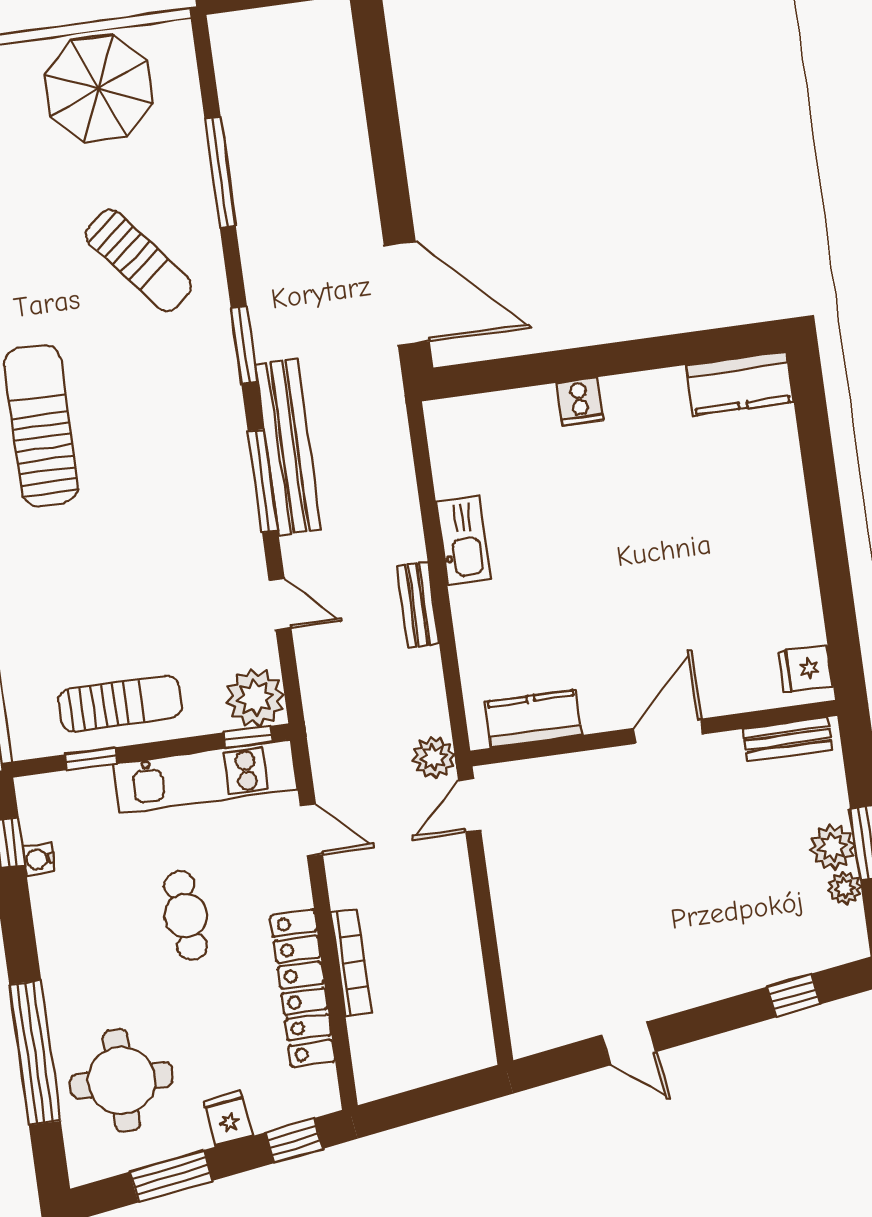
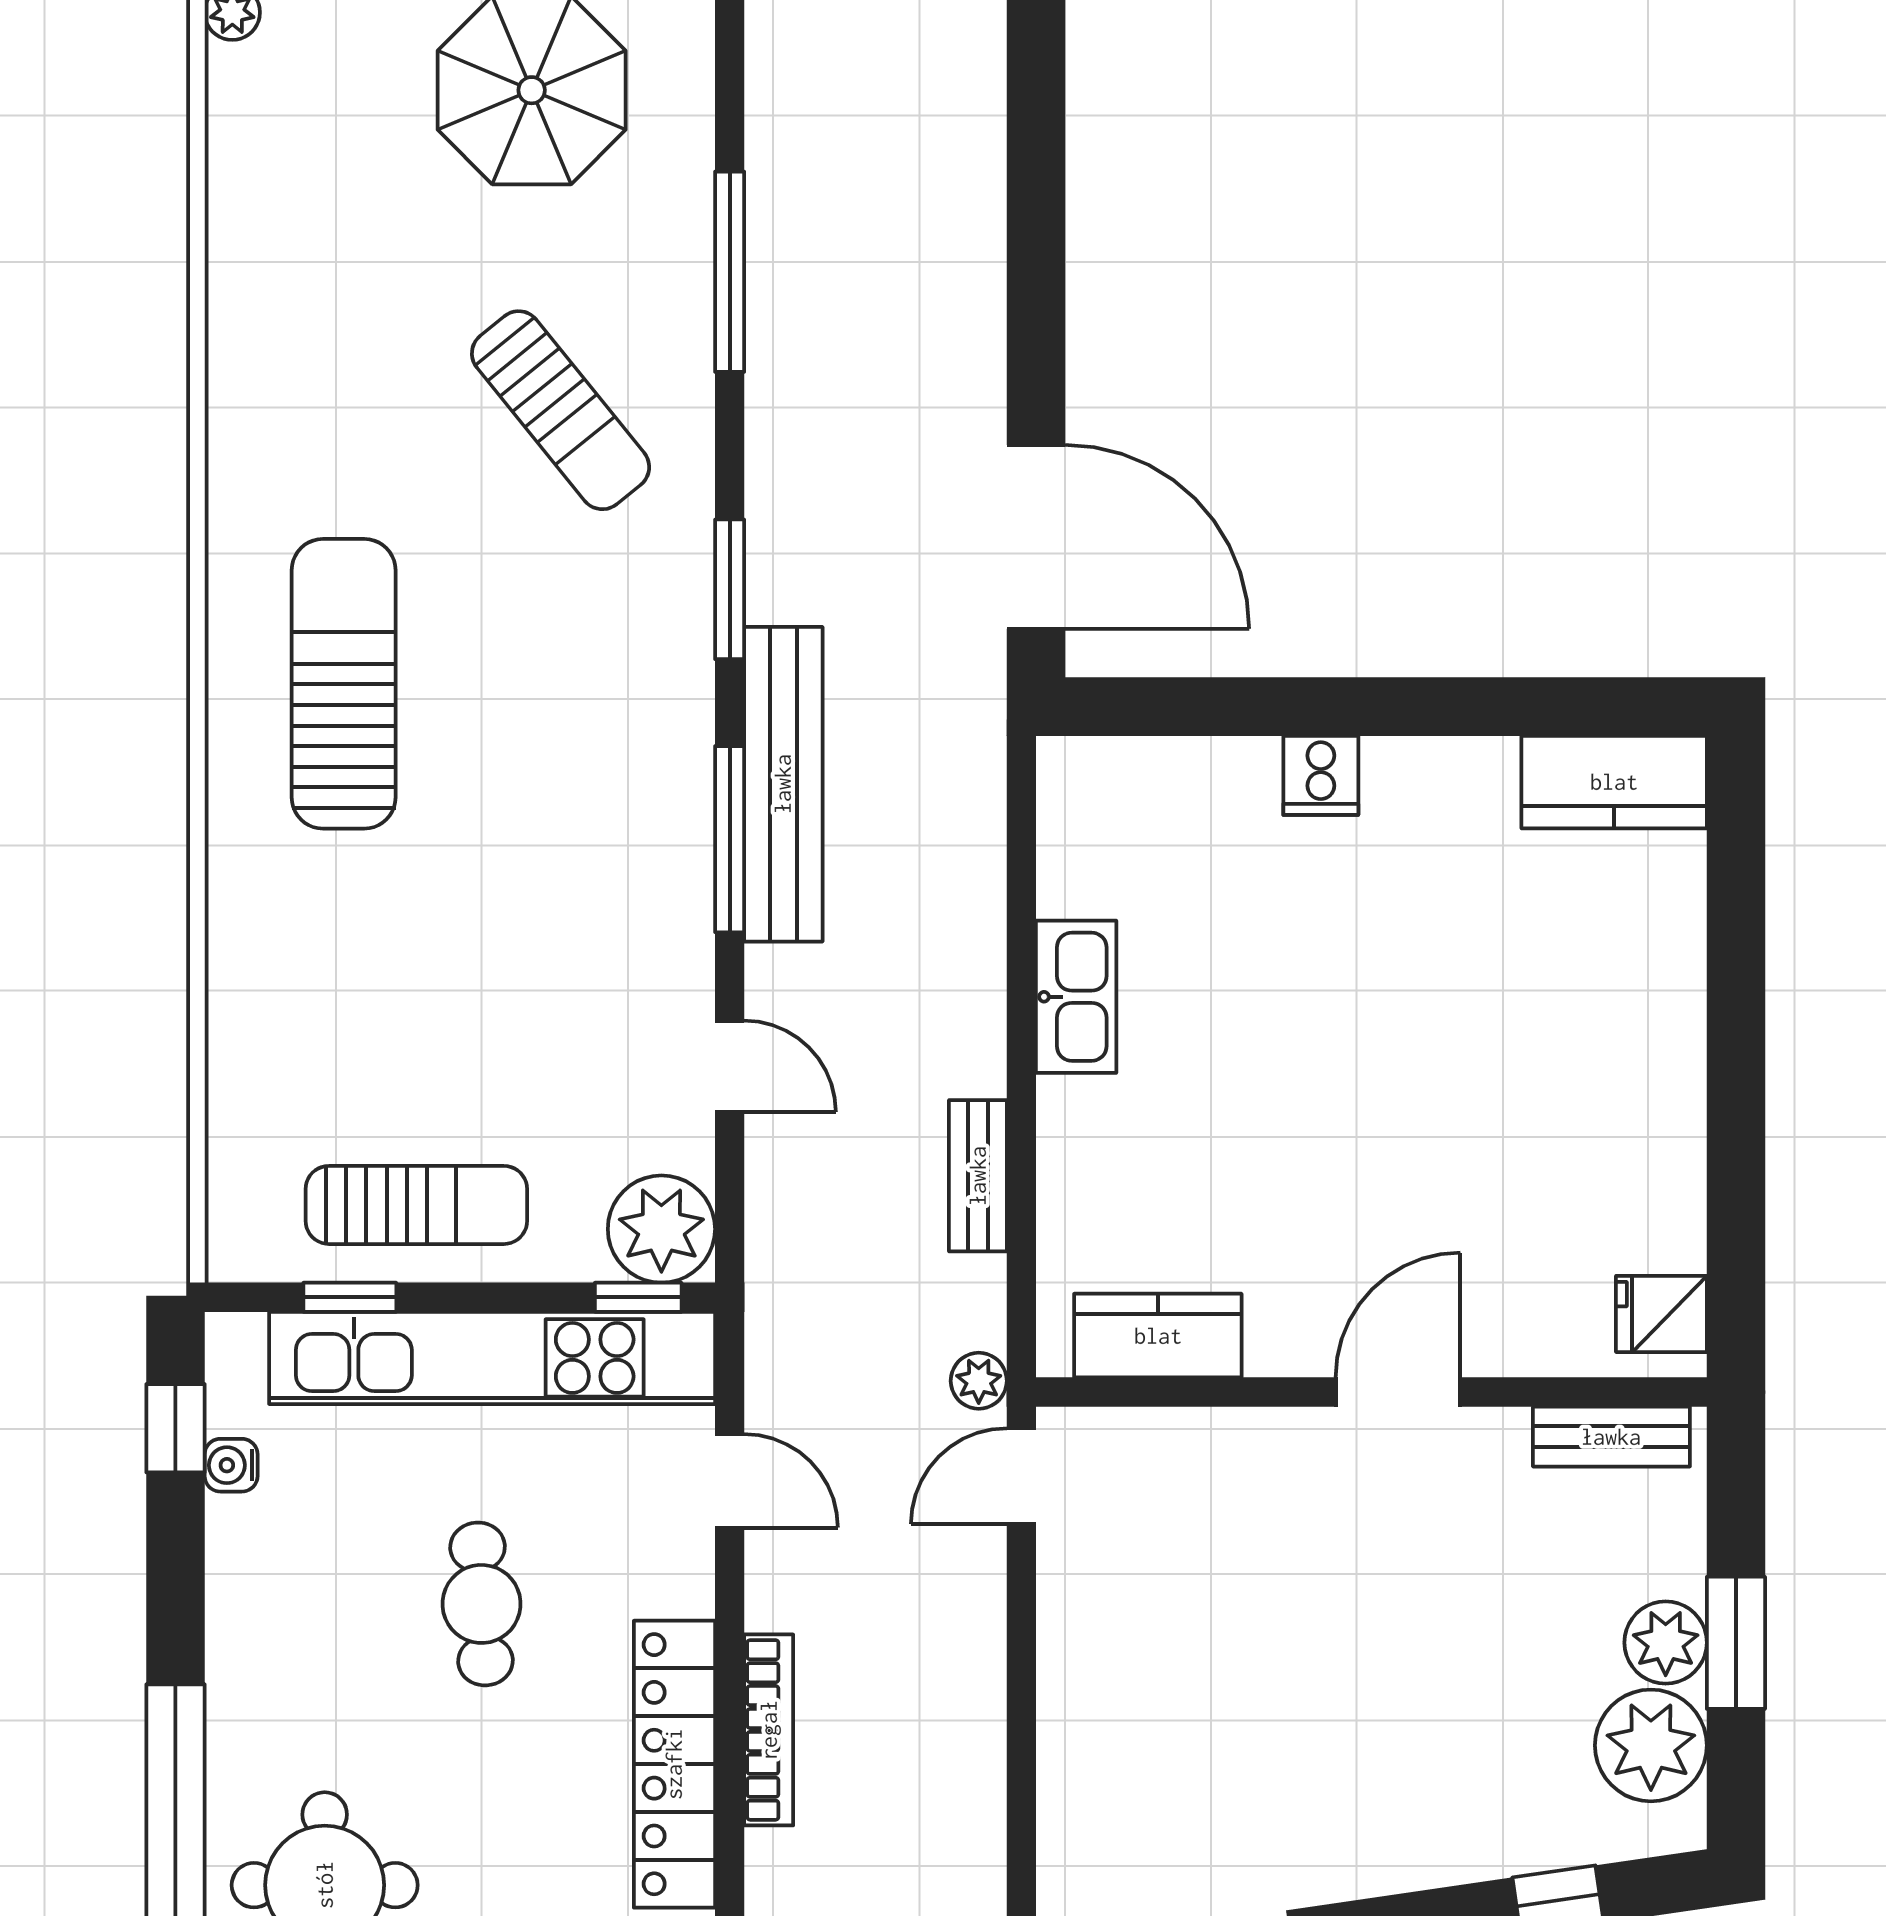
bench: (418, 605) -> (978, 1176), moved
plant: (434, 757) -> (979, 1381), width x0.73, depth x0.73
kitchen unit: (205, 777) -> (492, 1358), width x1.36
plant: (845, 888) -> (1651, 1745), width x1.88, depth x1.88

